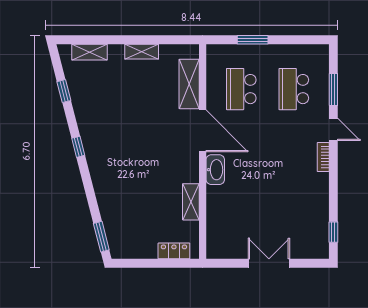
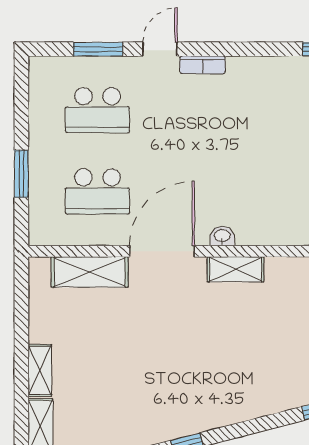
shelving: (142, 52) -> (40, 370), moved
washbasin: (215, 170) -> (222, 236), width x0.52, depth x0.69
shelving: (191, 202) -> (235, 269), moved

